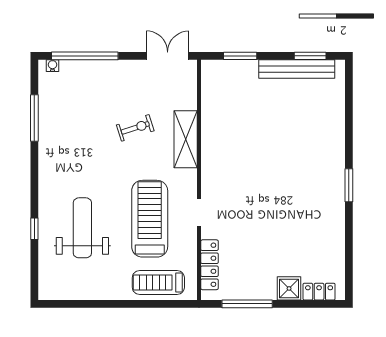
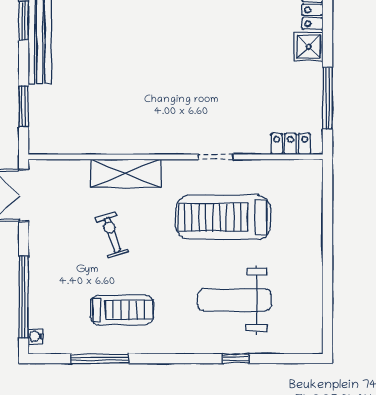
locker: (209, 265) -> (291, 144), width x0.66
treadmill: (158, 282) -> (122, 310), moved, turned -90

